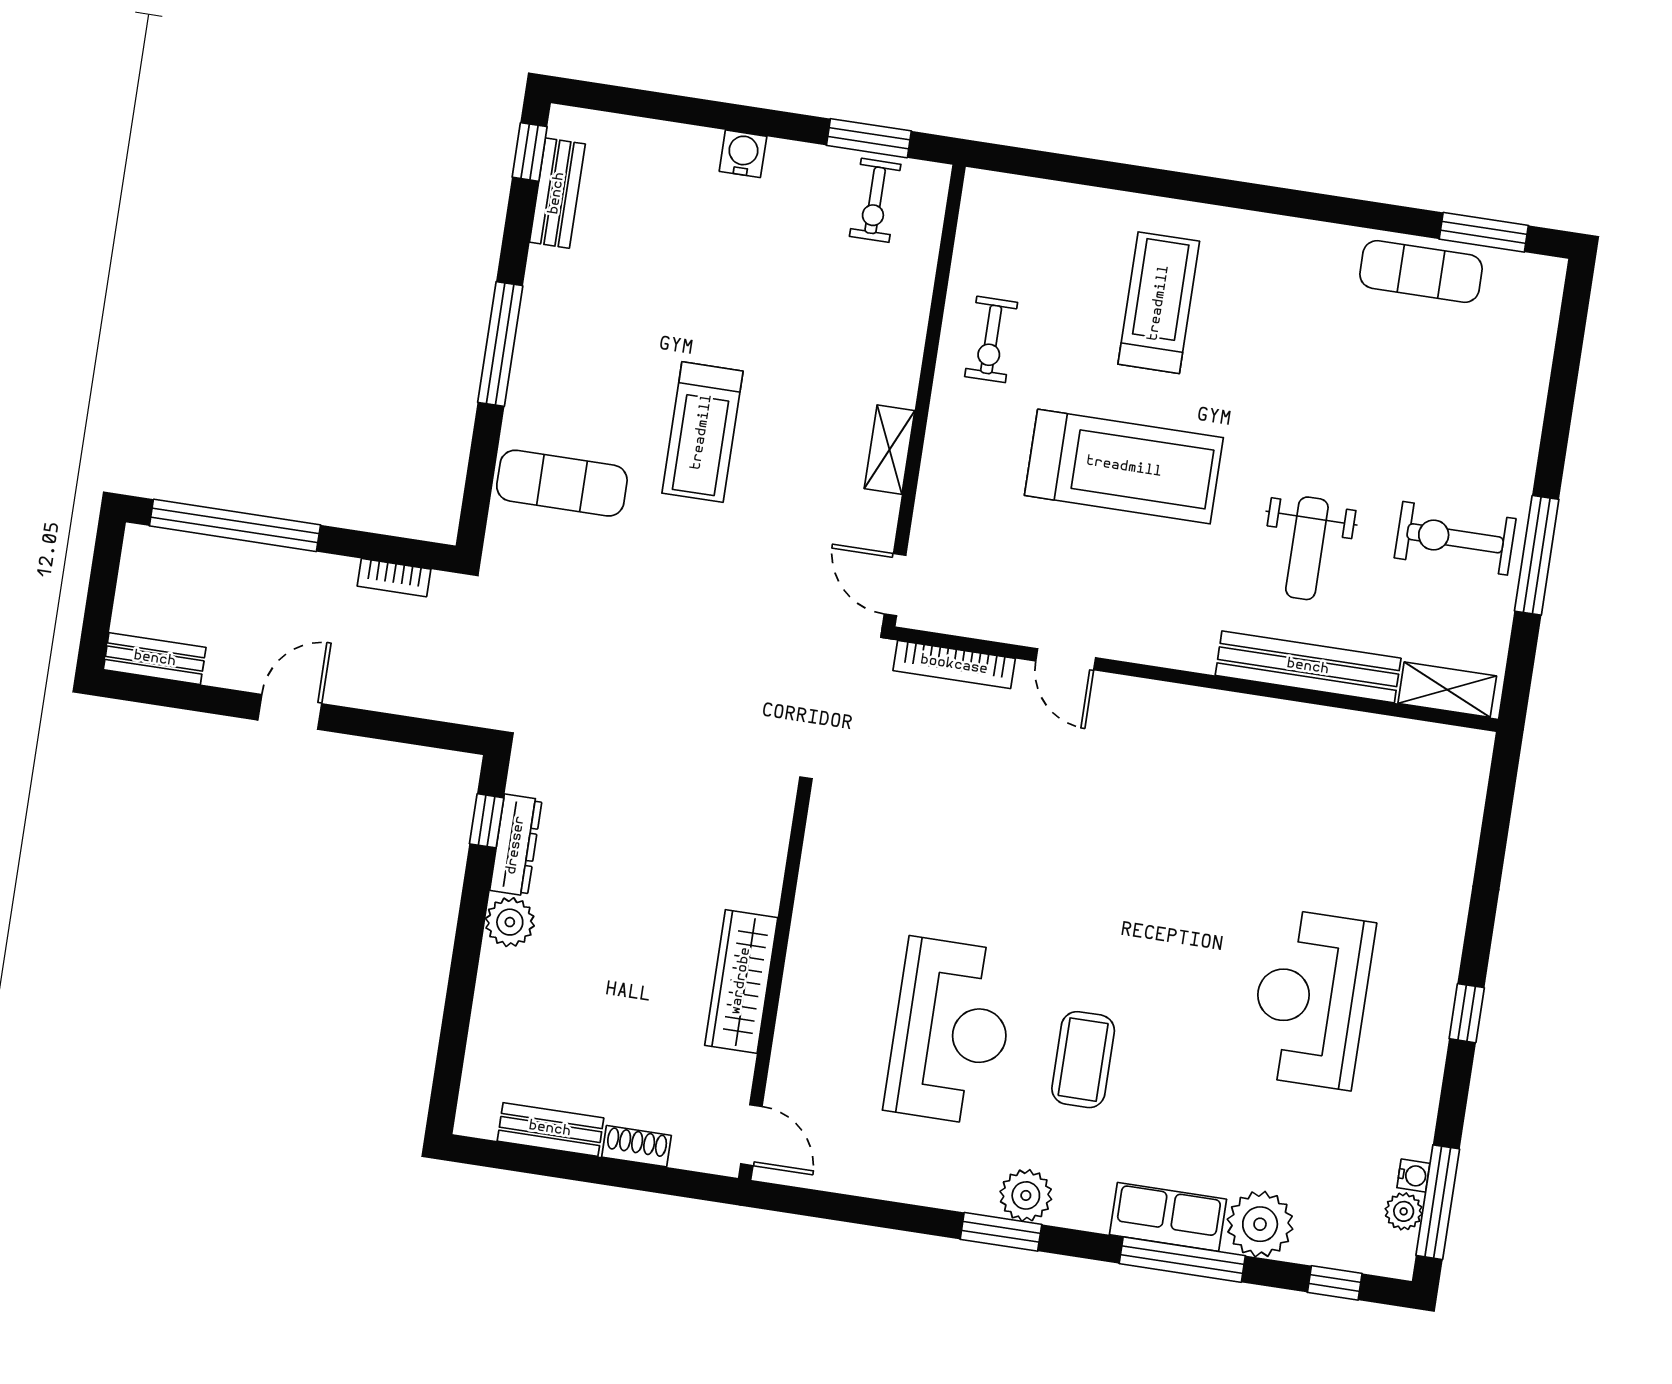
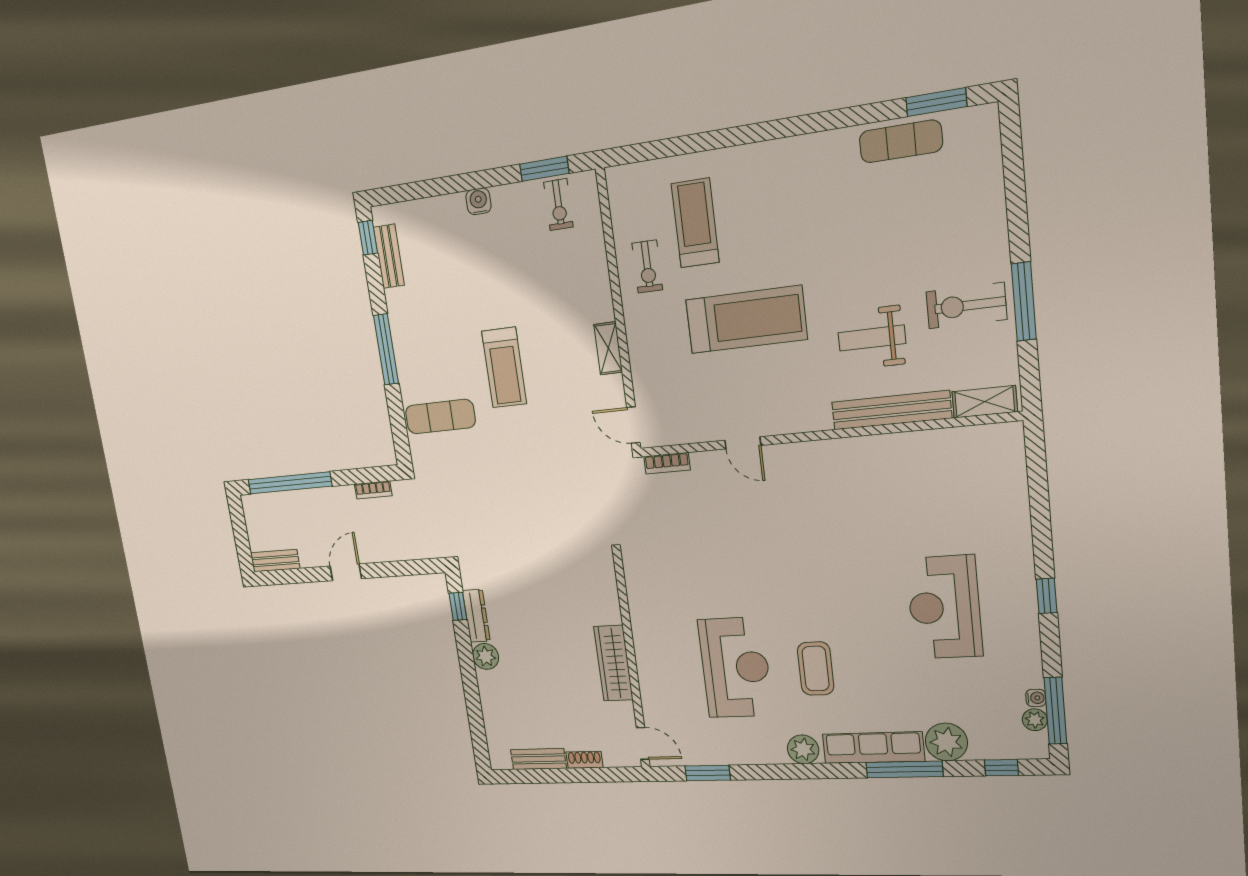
treadmill: (1159, 303) -> (695, 223), moved
weight bench: (1307, 548) -> (872, 338), turned 90
bookcase: (954, 665) -> (667, 463), width x0.64
row of seats: (1168, 1217) -> (873, 748), width x1.48
window: (1001, 1232) -> (708, 773), moved

